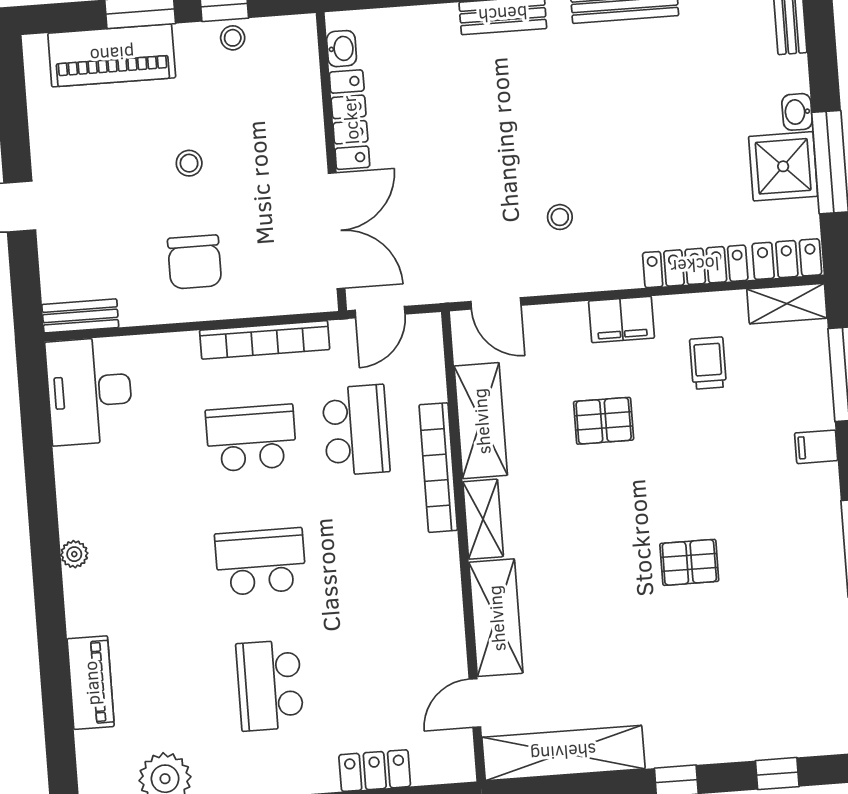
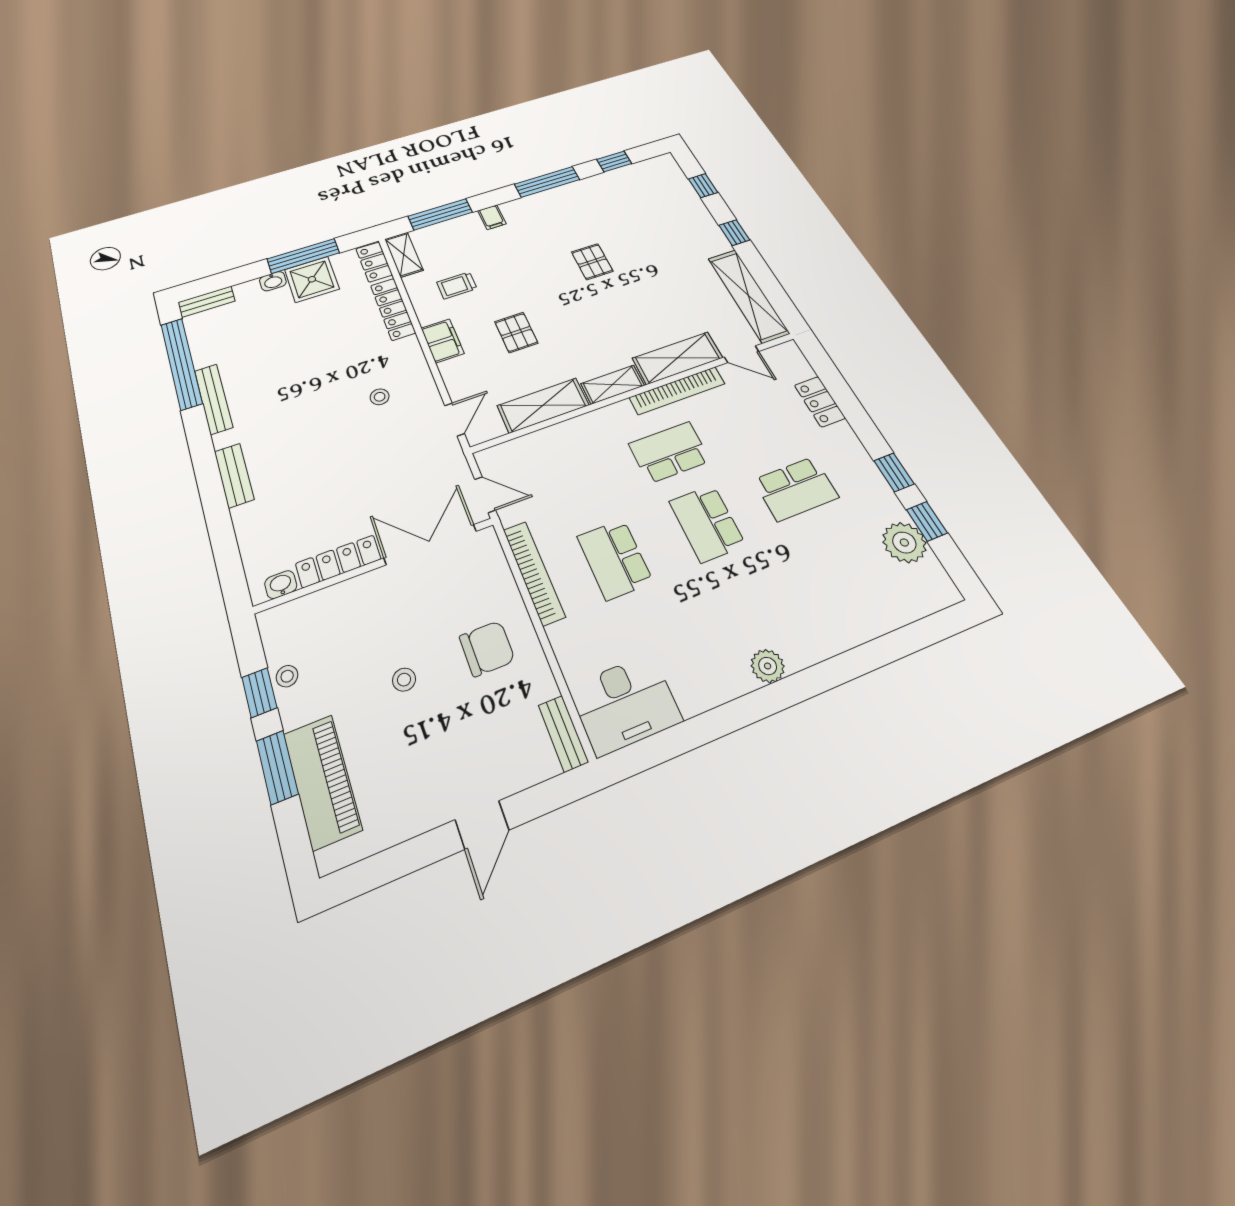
school desk: (356, 430) -> (669, 452), moved
bookcase: (438, 468) -> (677, 391), moved
plant: (74, 554) -> (768, 666), width x1.38, depth x1.38
piano: (91, 683) -> (862, 624), removed

